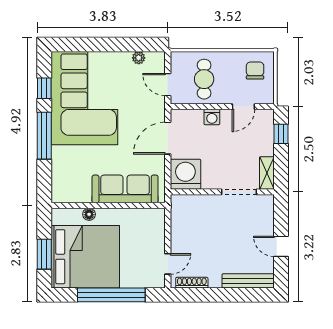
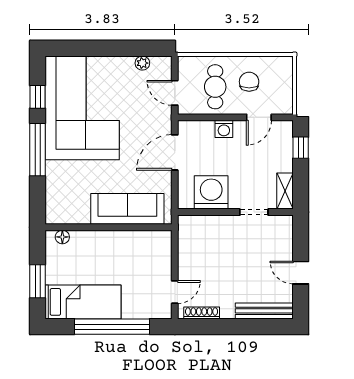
chair: (255, 70) -> (249, 82), moved
washing machine: (185, 174) -> (211, 192), moved
doorway: (239, 192) -> (254, 212), width x0.73
floor lamp: (89, 214) -> (62, 237), moved
bed: (85, 257) -> (83, 302), width x0.49

